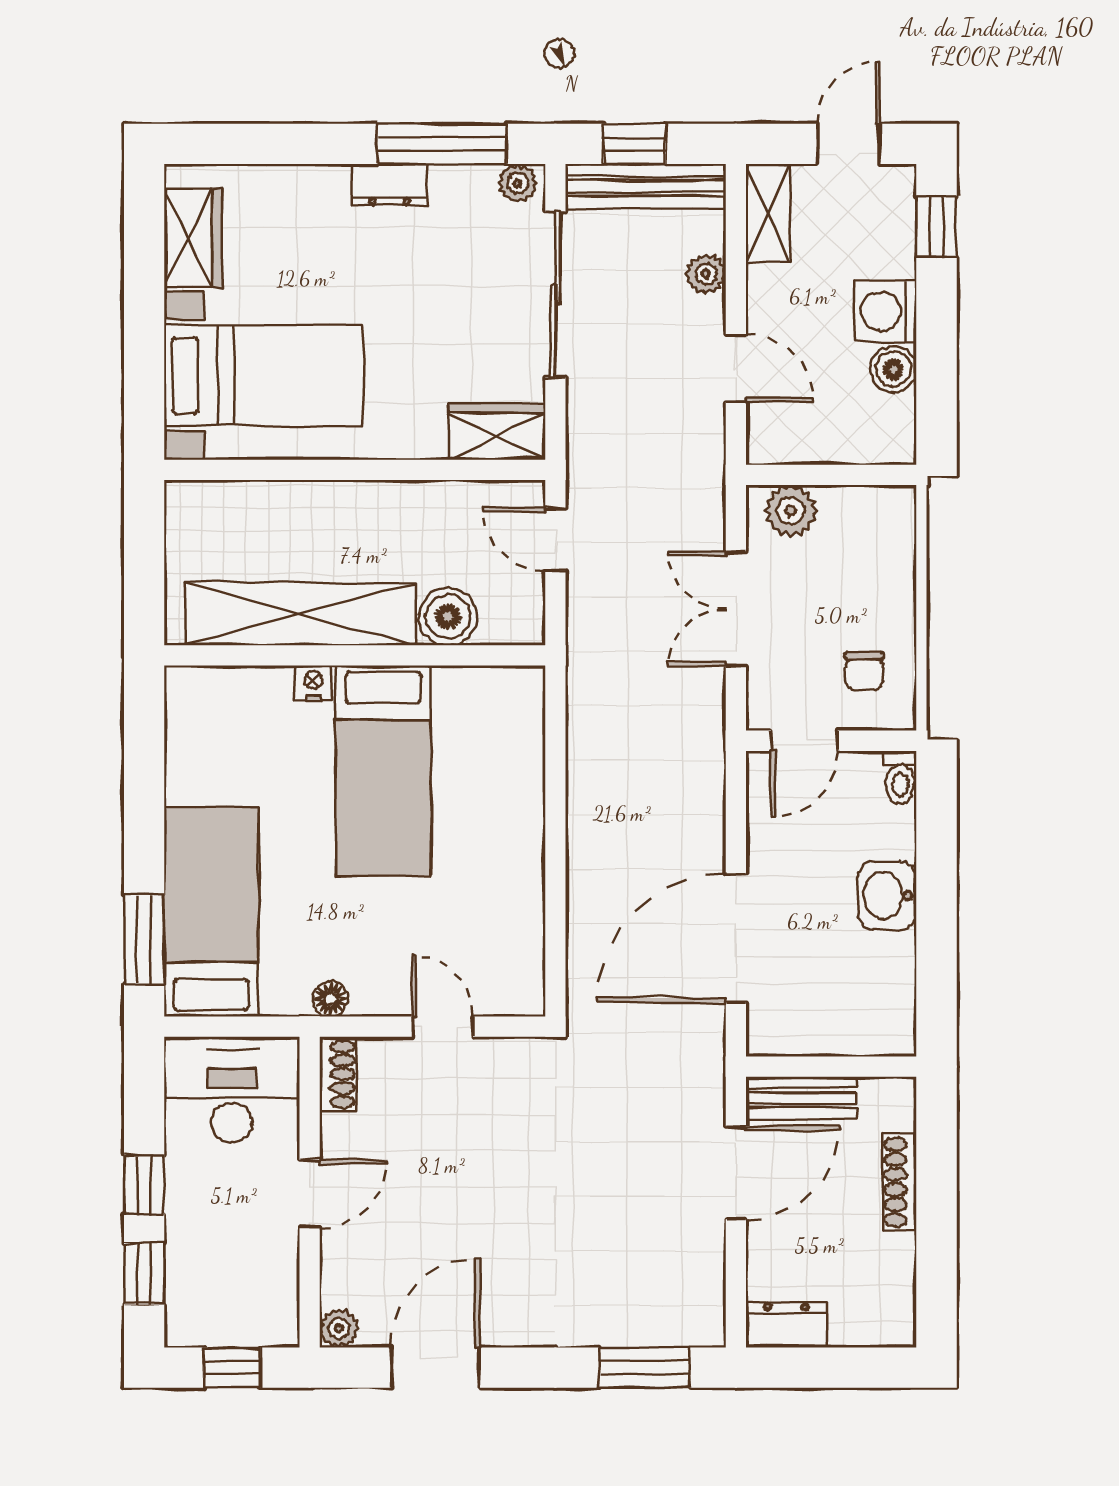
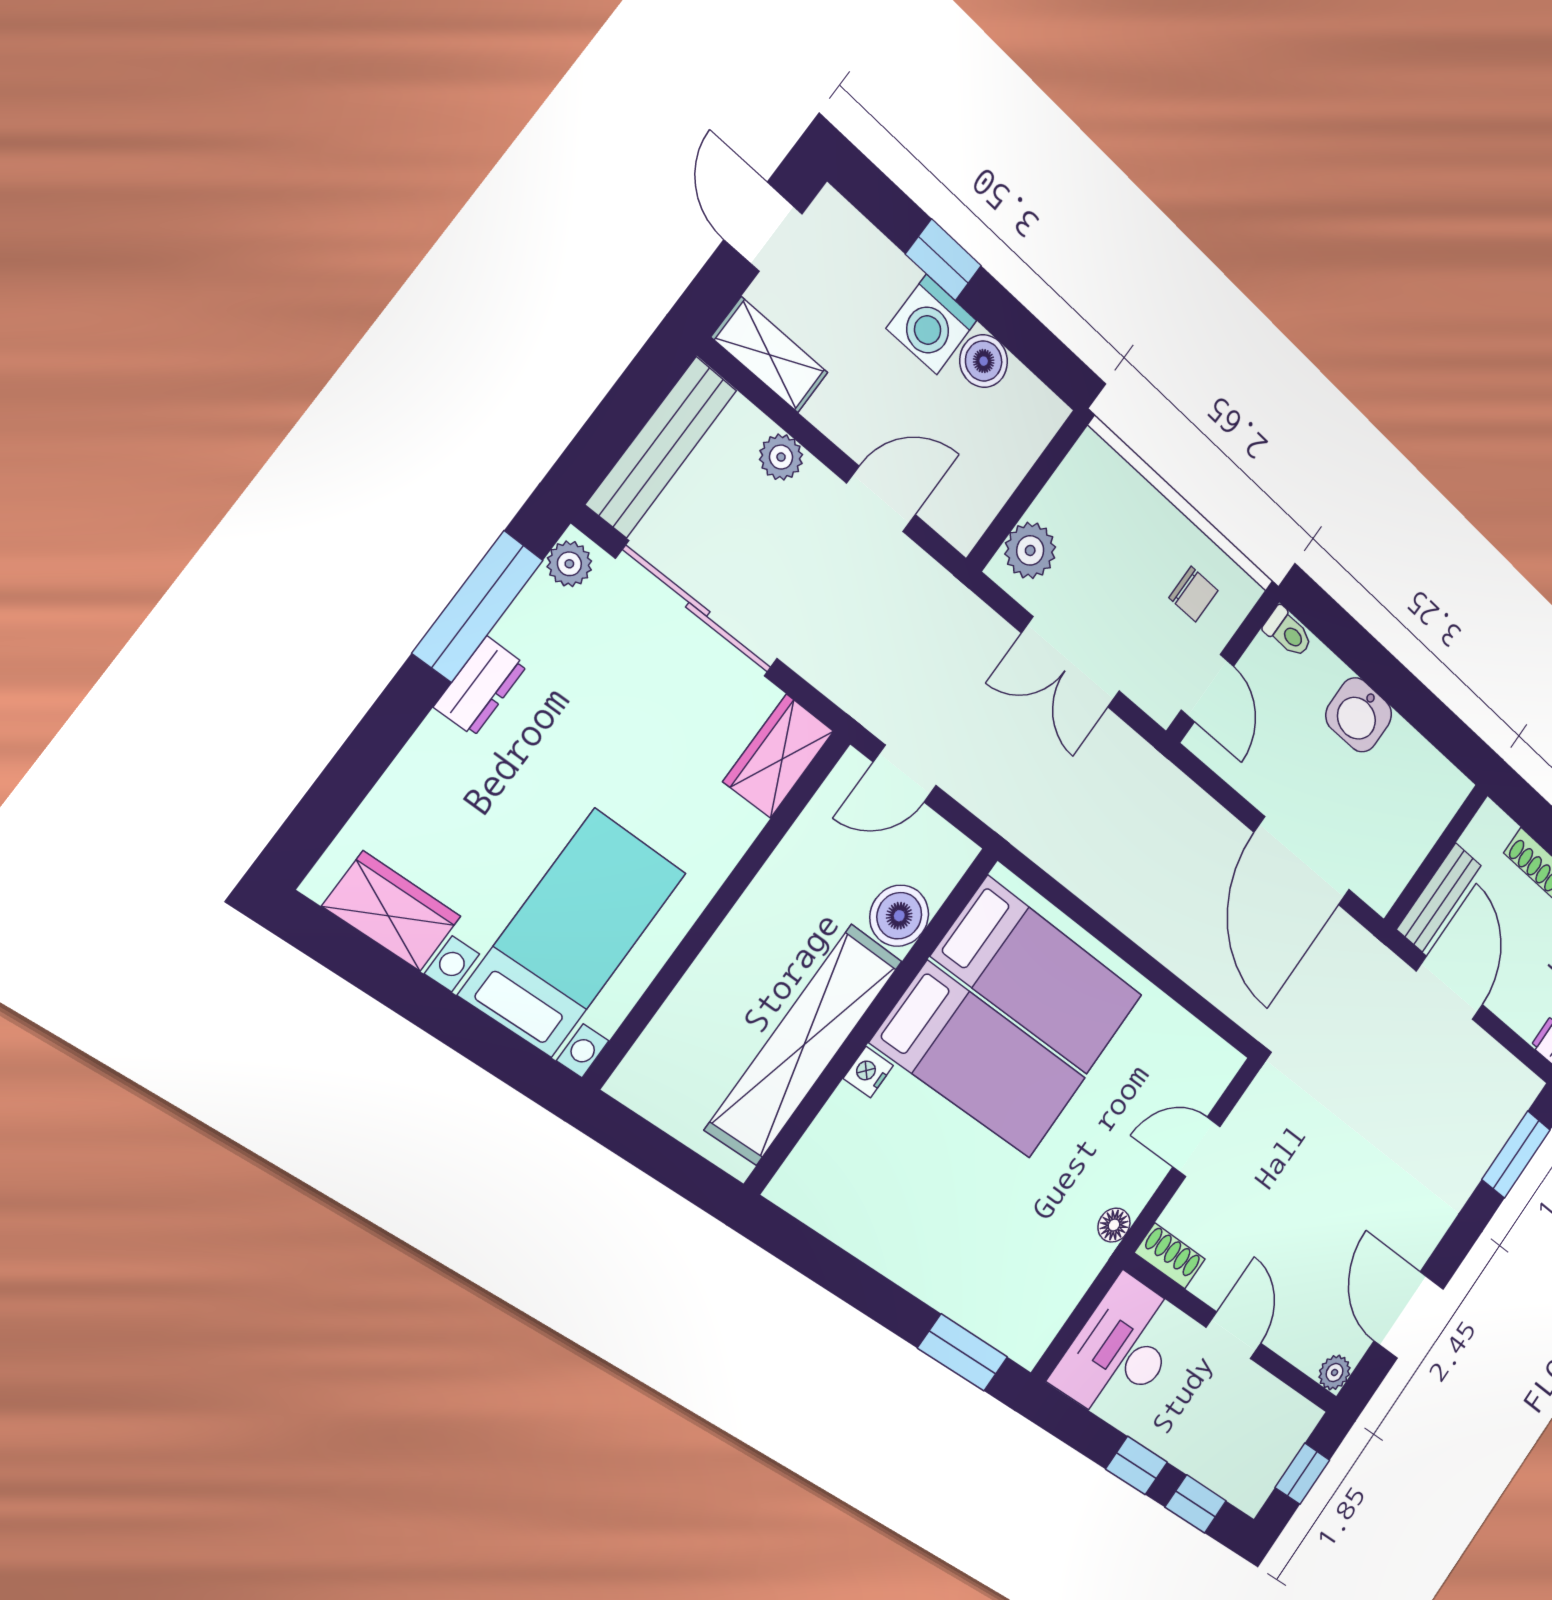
window: (634, 144) -> (614, 425), removed
window: (936, 227) -> (943, 260), moved
bed: (211, 912) -> (1038, 976), moved, turned 180

